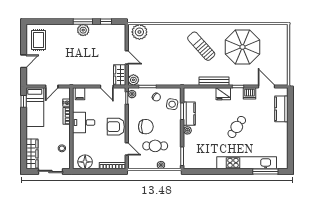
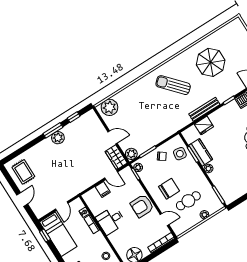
parasol: (242, 47) -> (211, 62), width x0.73, depth x0.73
filing cabinet: (80, 94) -> (103, 189), moved
fridge: (223, 94) -> (204, 125), moved

